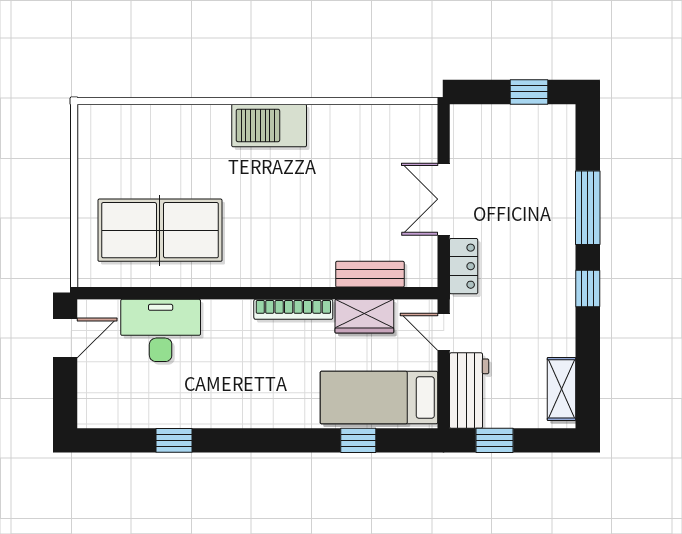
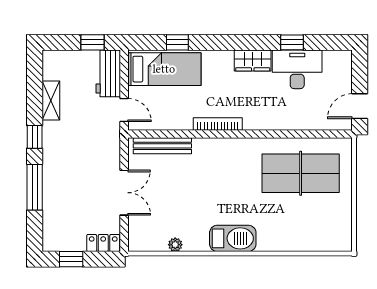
plant: (362, 115) -> (175, 245), added
locker: (464, 266) -> (103, 243), moved, turned 90
bench: (370, 274) -> (162, 146), width x1.36
wardrobe: (364, 316) -> (253, 60), moved, turned 180
desk: (161, 330) -> (297, 69), moved, turned 180
shelving: (562, 389) -> (51, 100), moved

